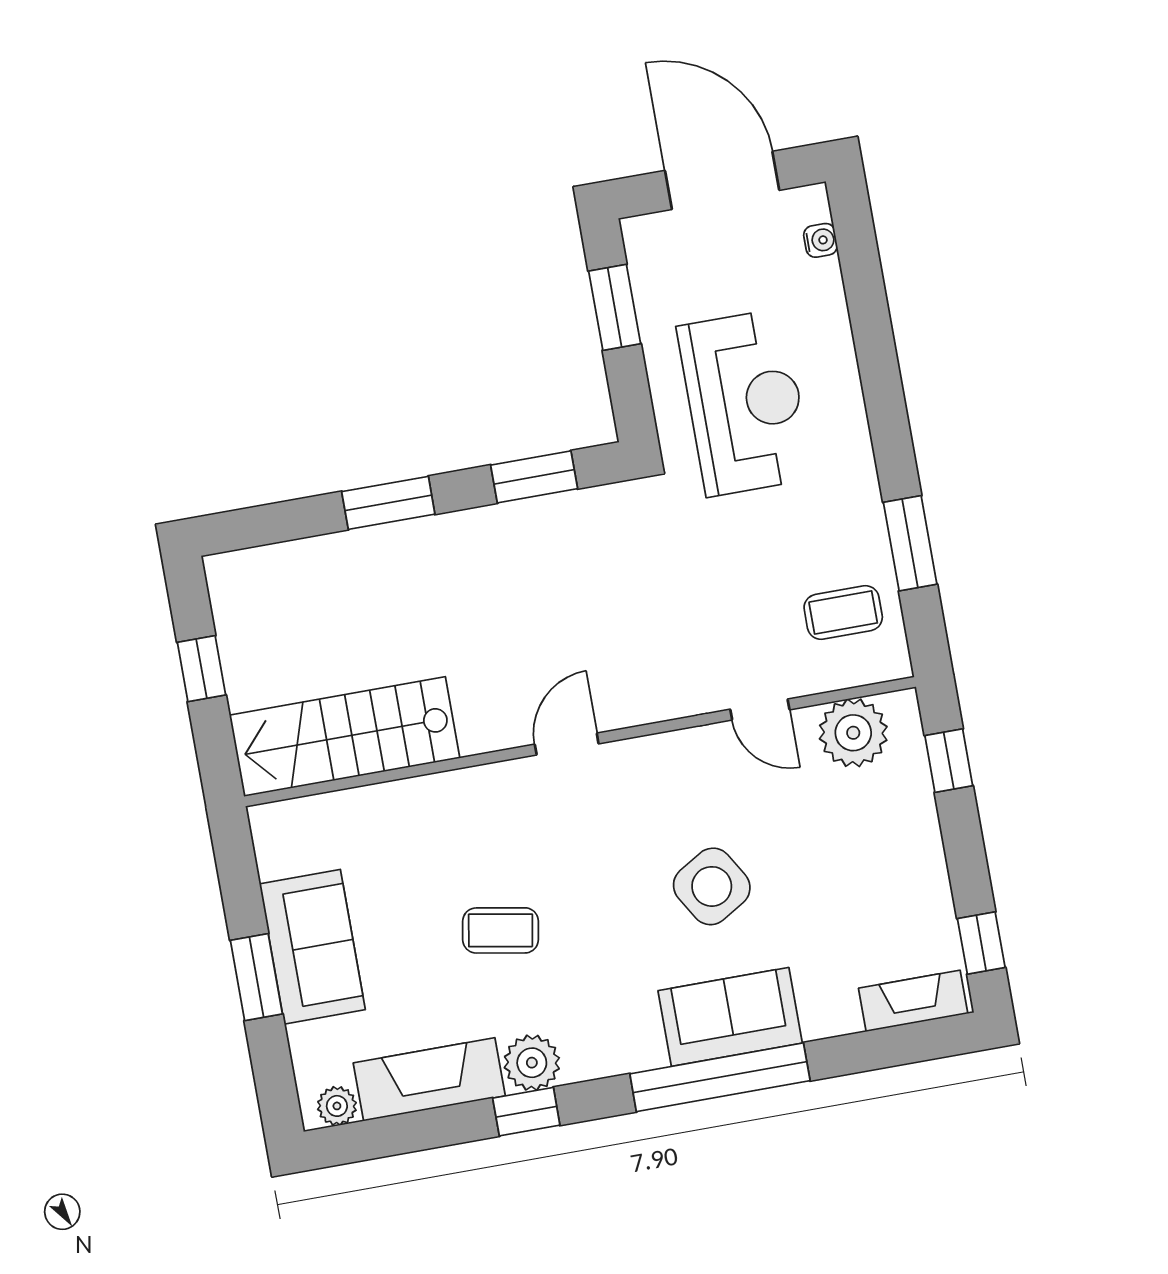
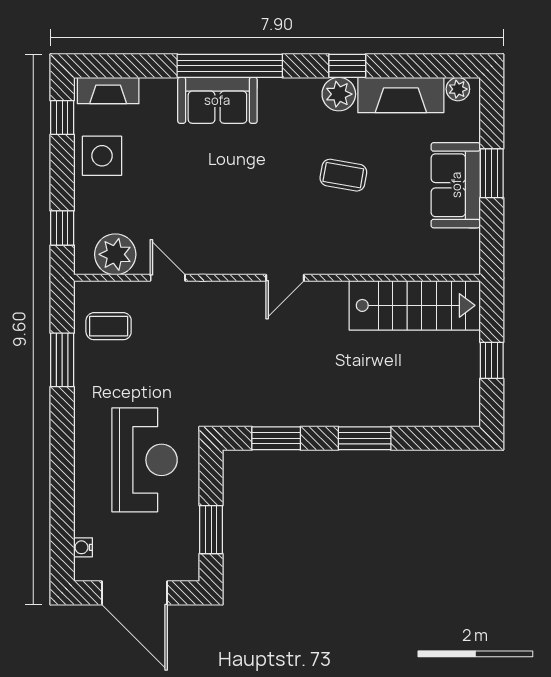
reception desk: (745, 403) -> (145, 460), turned 180
side table: (712, 886) -> (102, 156), moved, turned 31

